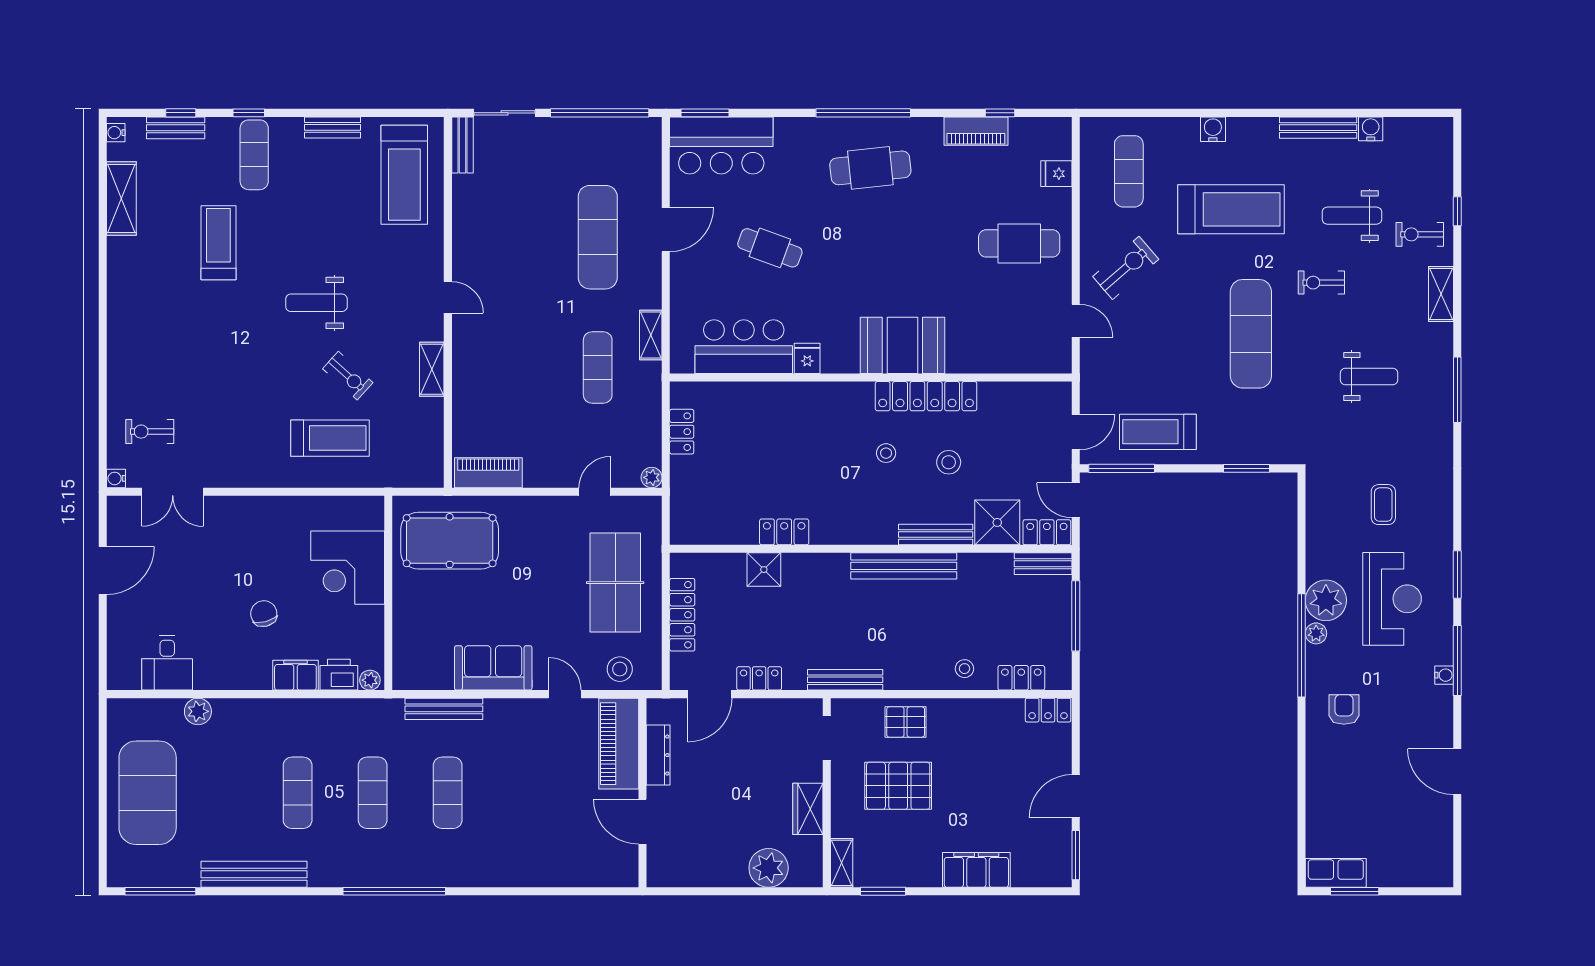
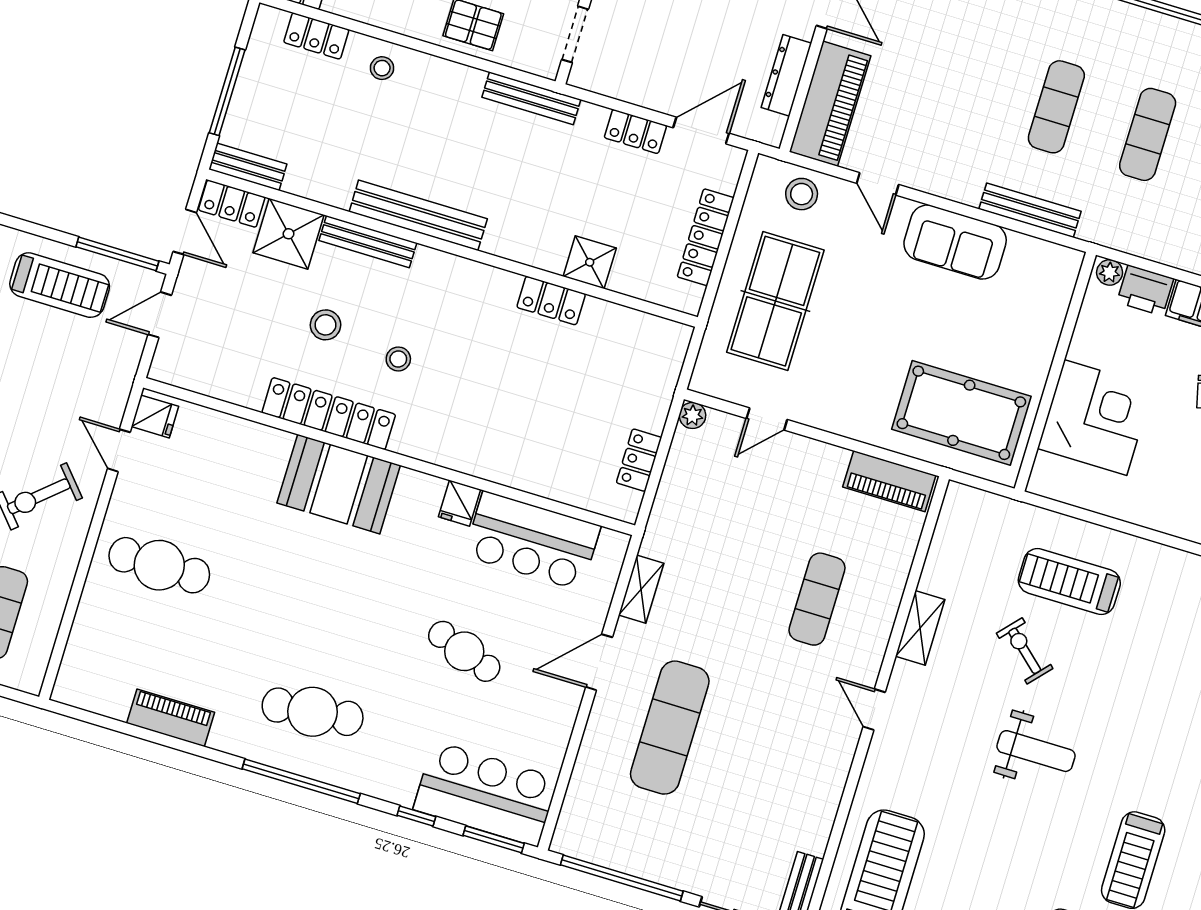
window: (1000, 113) -> (416, 816), moved
fridge: (1056, 174) -> (155, 416), moved
door: (666, 230) -> (599, 662), moved
exercise mat: (598, 367) -> (817, 599), moved

